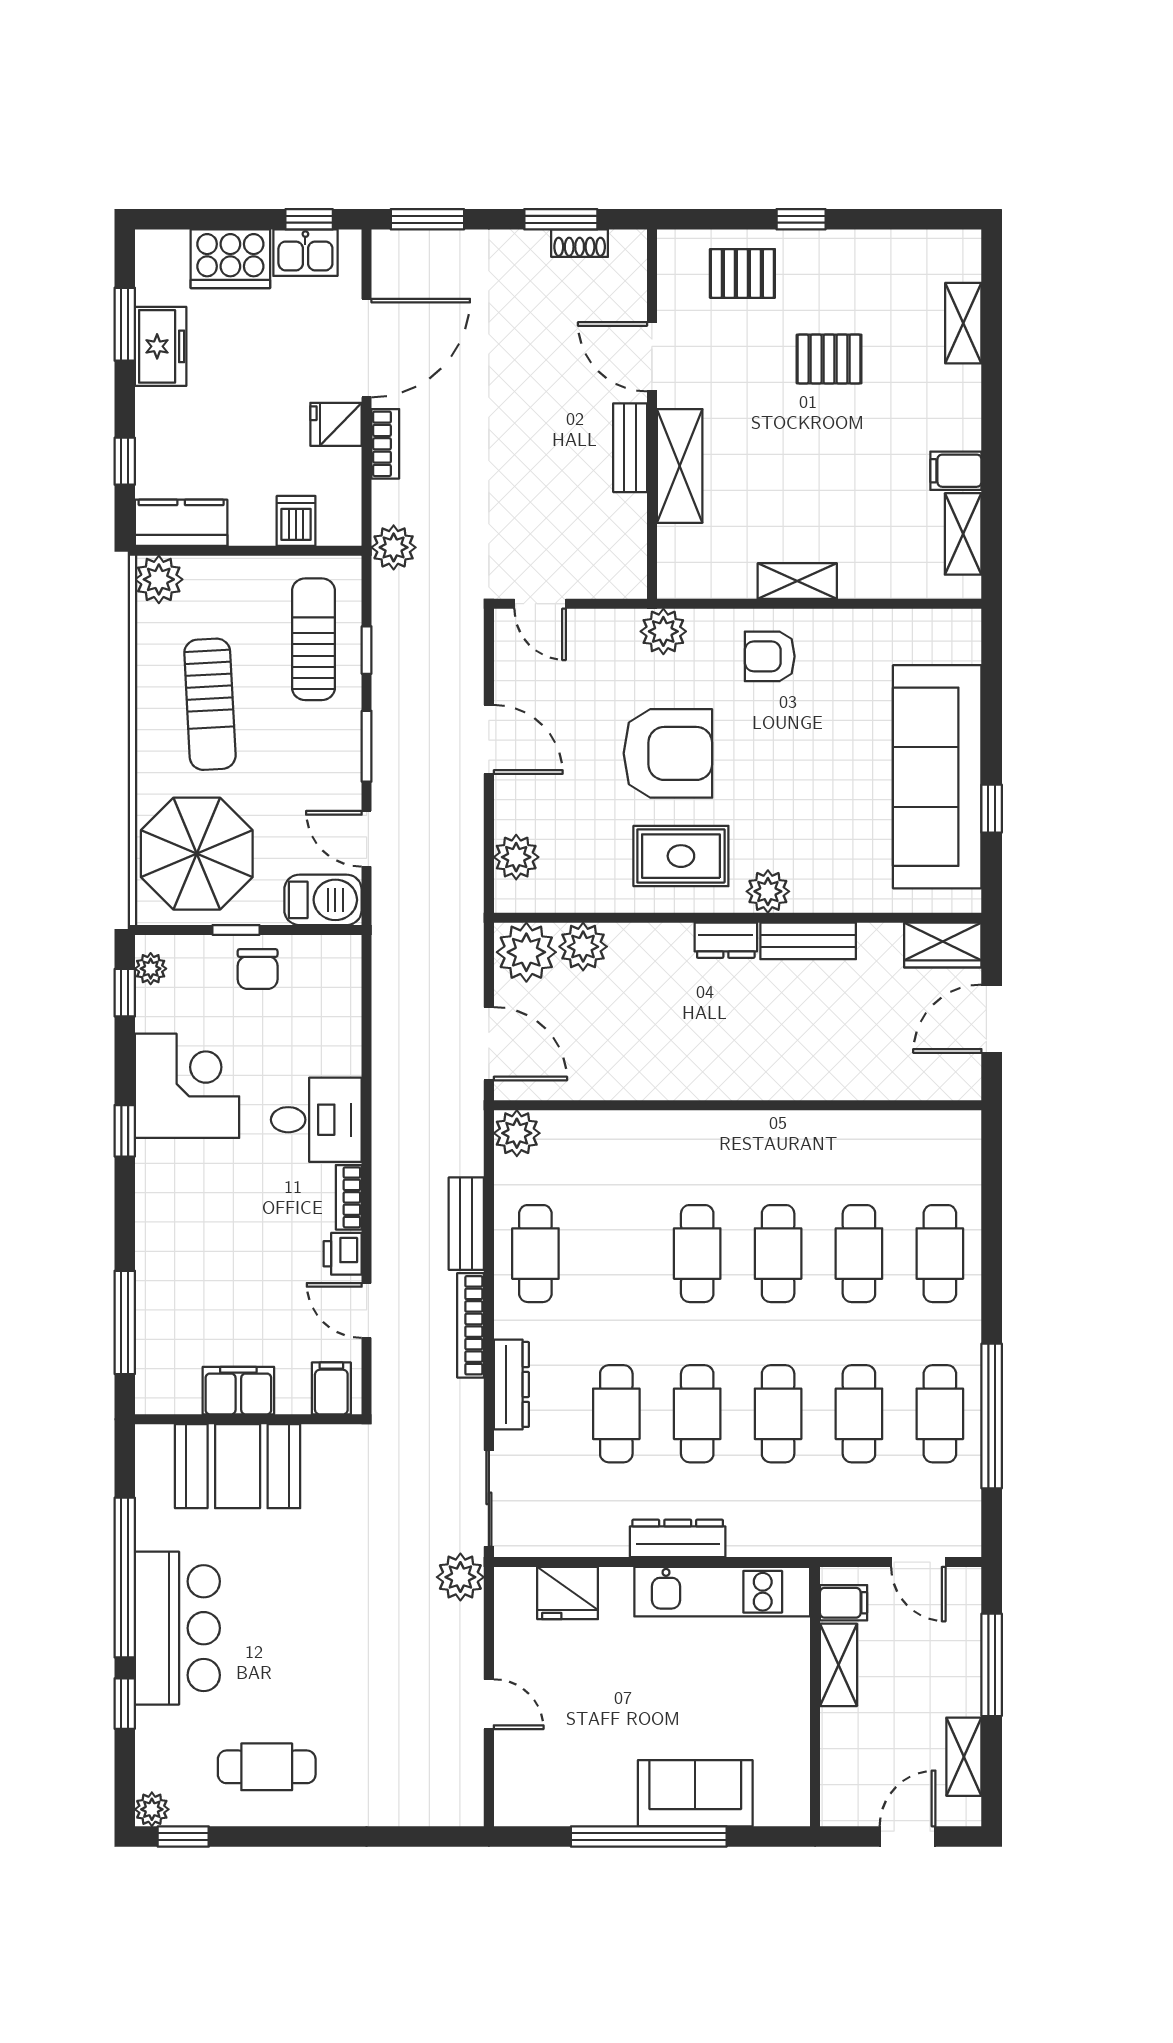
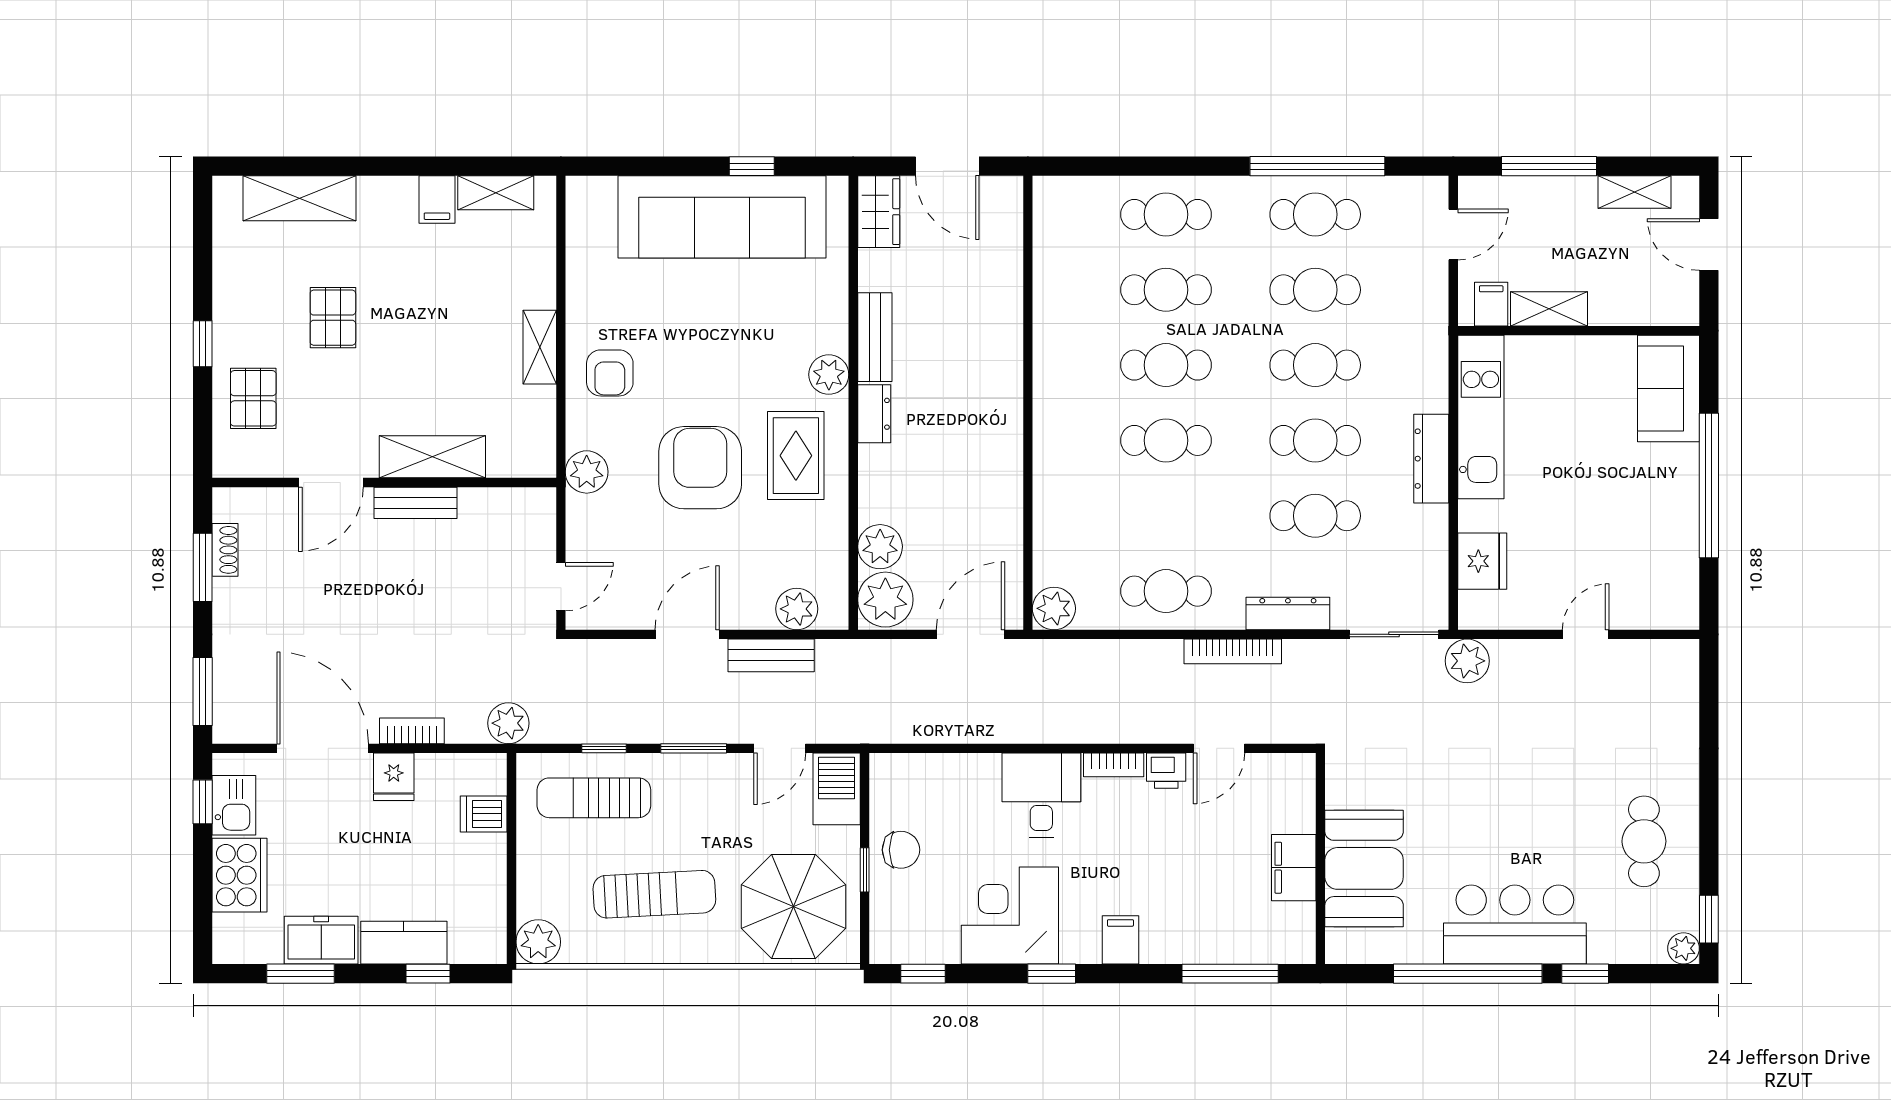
shelving: (963, 323) -> (299, 198), width x1.50, depth x1.33
kitchen counter: (181, 523) -> (404, 943), moved, turned 90
plant: (151, 969) -> (901, 949), removed
bench: (466, 1224) -> (771, 655), moved
filing cabinet: (331, 1388) -> (1120, 940), moved, turned 90
sofa: (695, 1793) -> (1668, 389), moved

